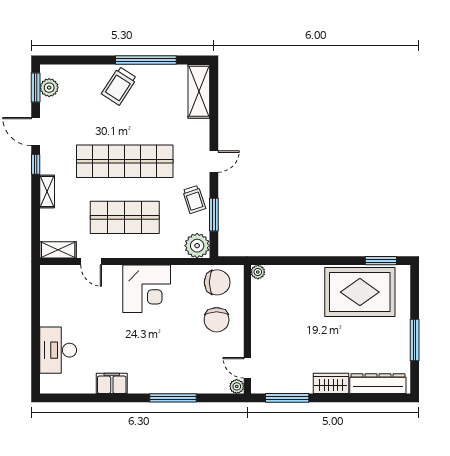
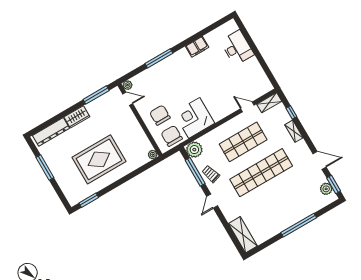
window: (146, 60) -> (299, 225), moved
trolley: (119, 86) -> (288, 212), removed
window: (36, 164) -> (291, 112), moved
window: (214, 215) -> (195, 172), width x1.44
chair: (217, 282) -> (172, 136), turned 90
corner desk: (147, 289) -> (194, 118), moved
rug: (360, 292) -> (99, 159), moved

